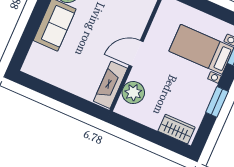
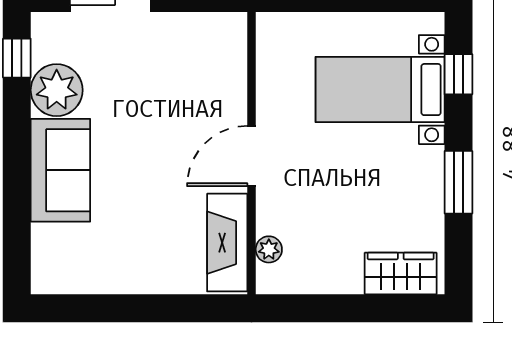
plant: (133, 93) -> (269, 249), width x0.53, depth x0.53

